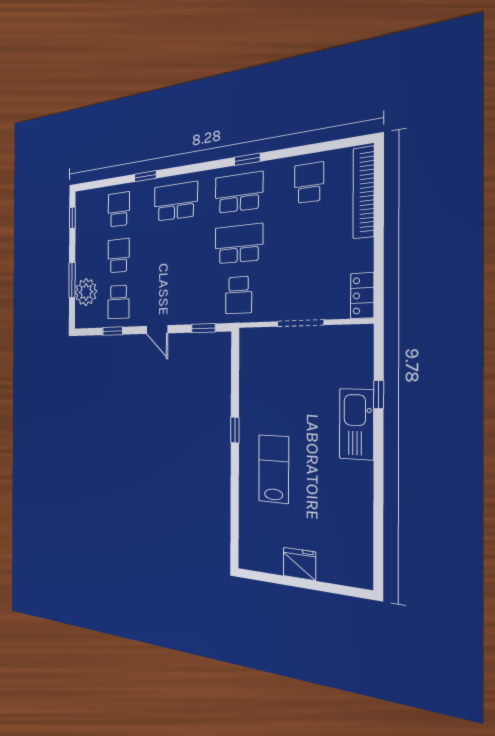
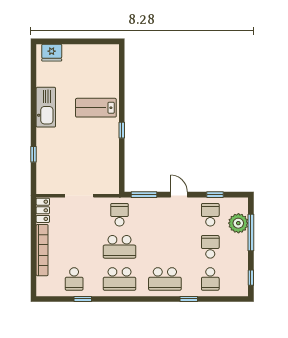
window: (247, 159) -> (83, 299), moved
bookcase: (364, 192) -> (42, 250), moved
school desk: (119, 256) -> (210, 247), turned 180
window: (72, 280) -> (251, 232), width x1.44
window: (203, 328) -> (144, 195), width x1.50
kitchen sink: (357, 424) -> (46, 107), moved
lab bench: (274, 469) -> (96, 108), turned 90
fridge: (299, 564) -> (52, 53), moved

